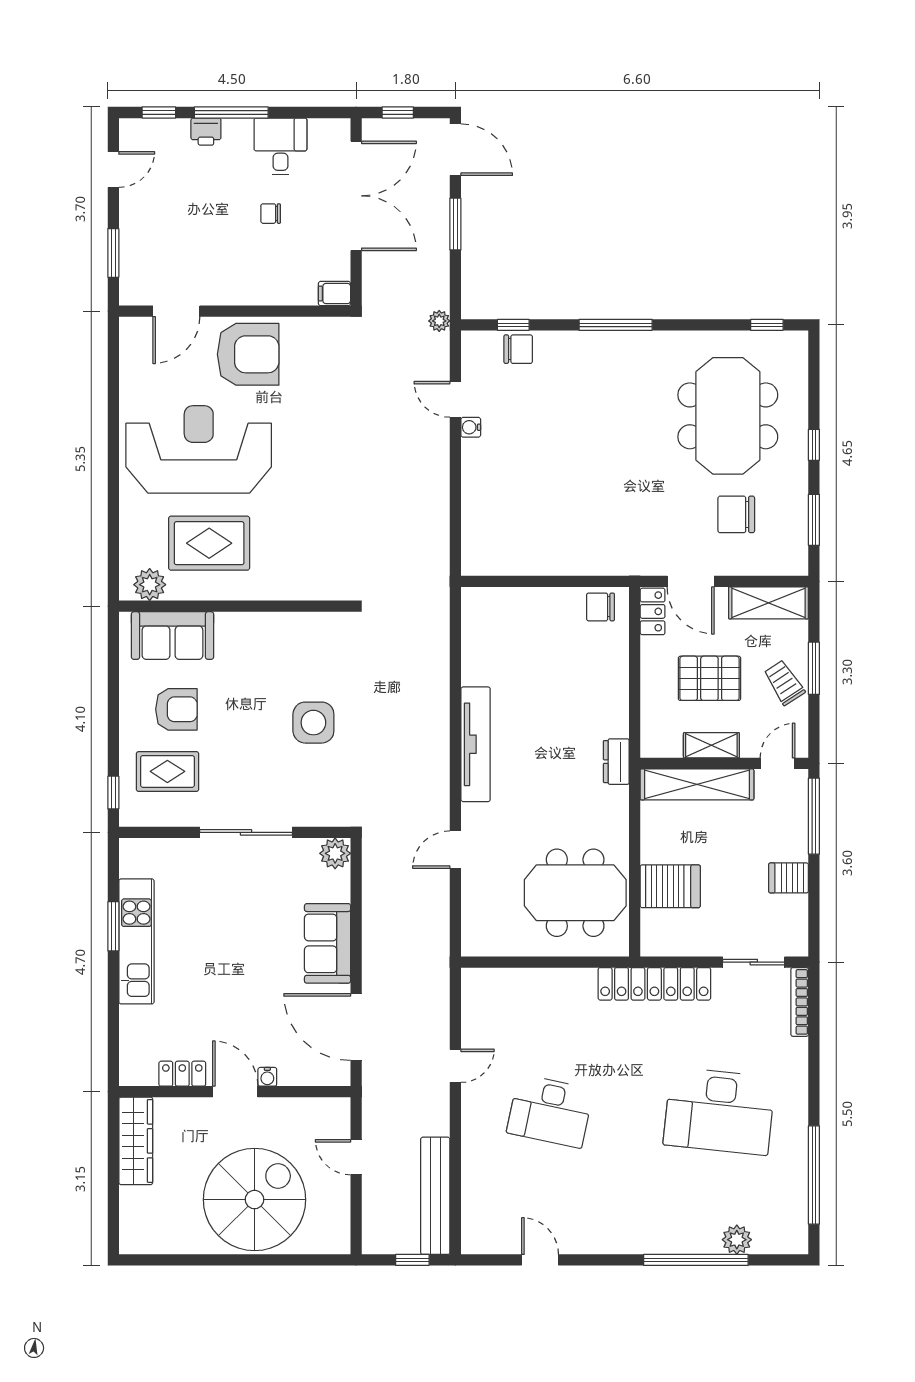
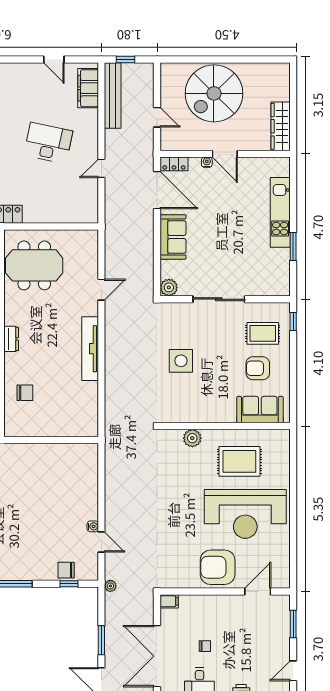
plant: (150, 585) -> (192, 438), moved
chair: (601, 607) -> (25, 393), moved
kitchen unit: (136, 941) -> (280, 212), moved
locker: (182, 1074) -> (174, 164), moved
filing cabinet: (479, 1209) -> (88, 88), added

